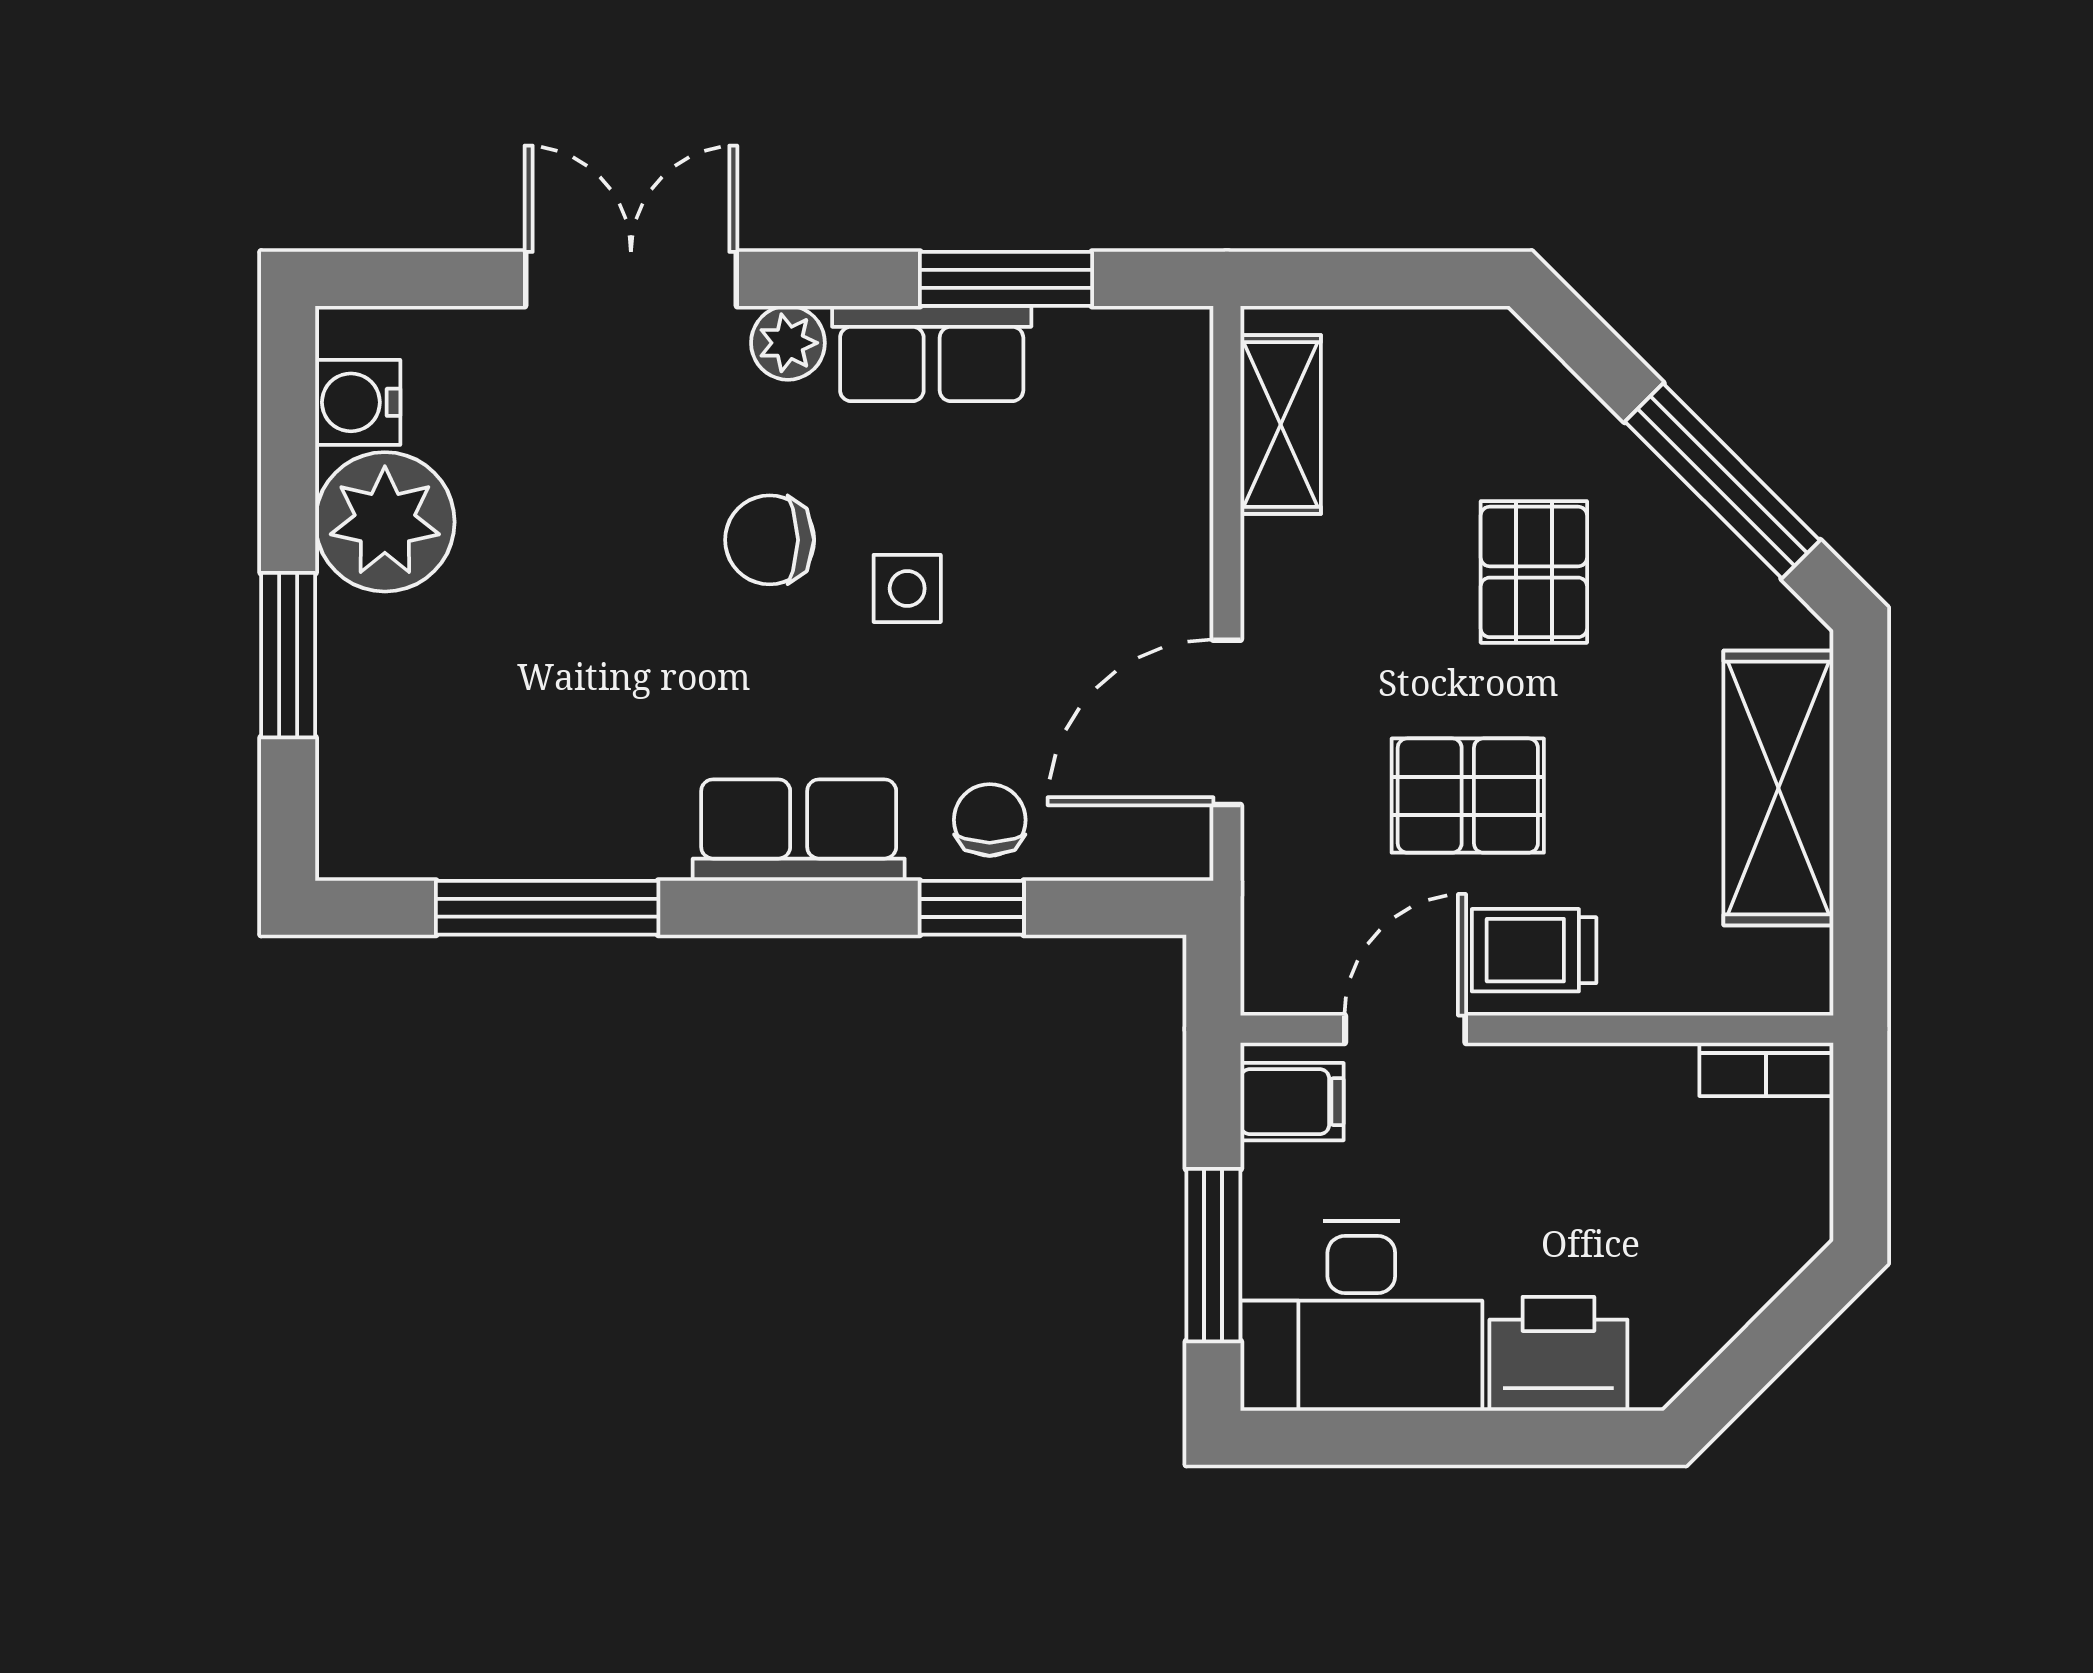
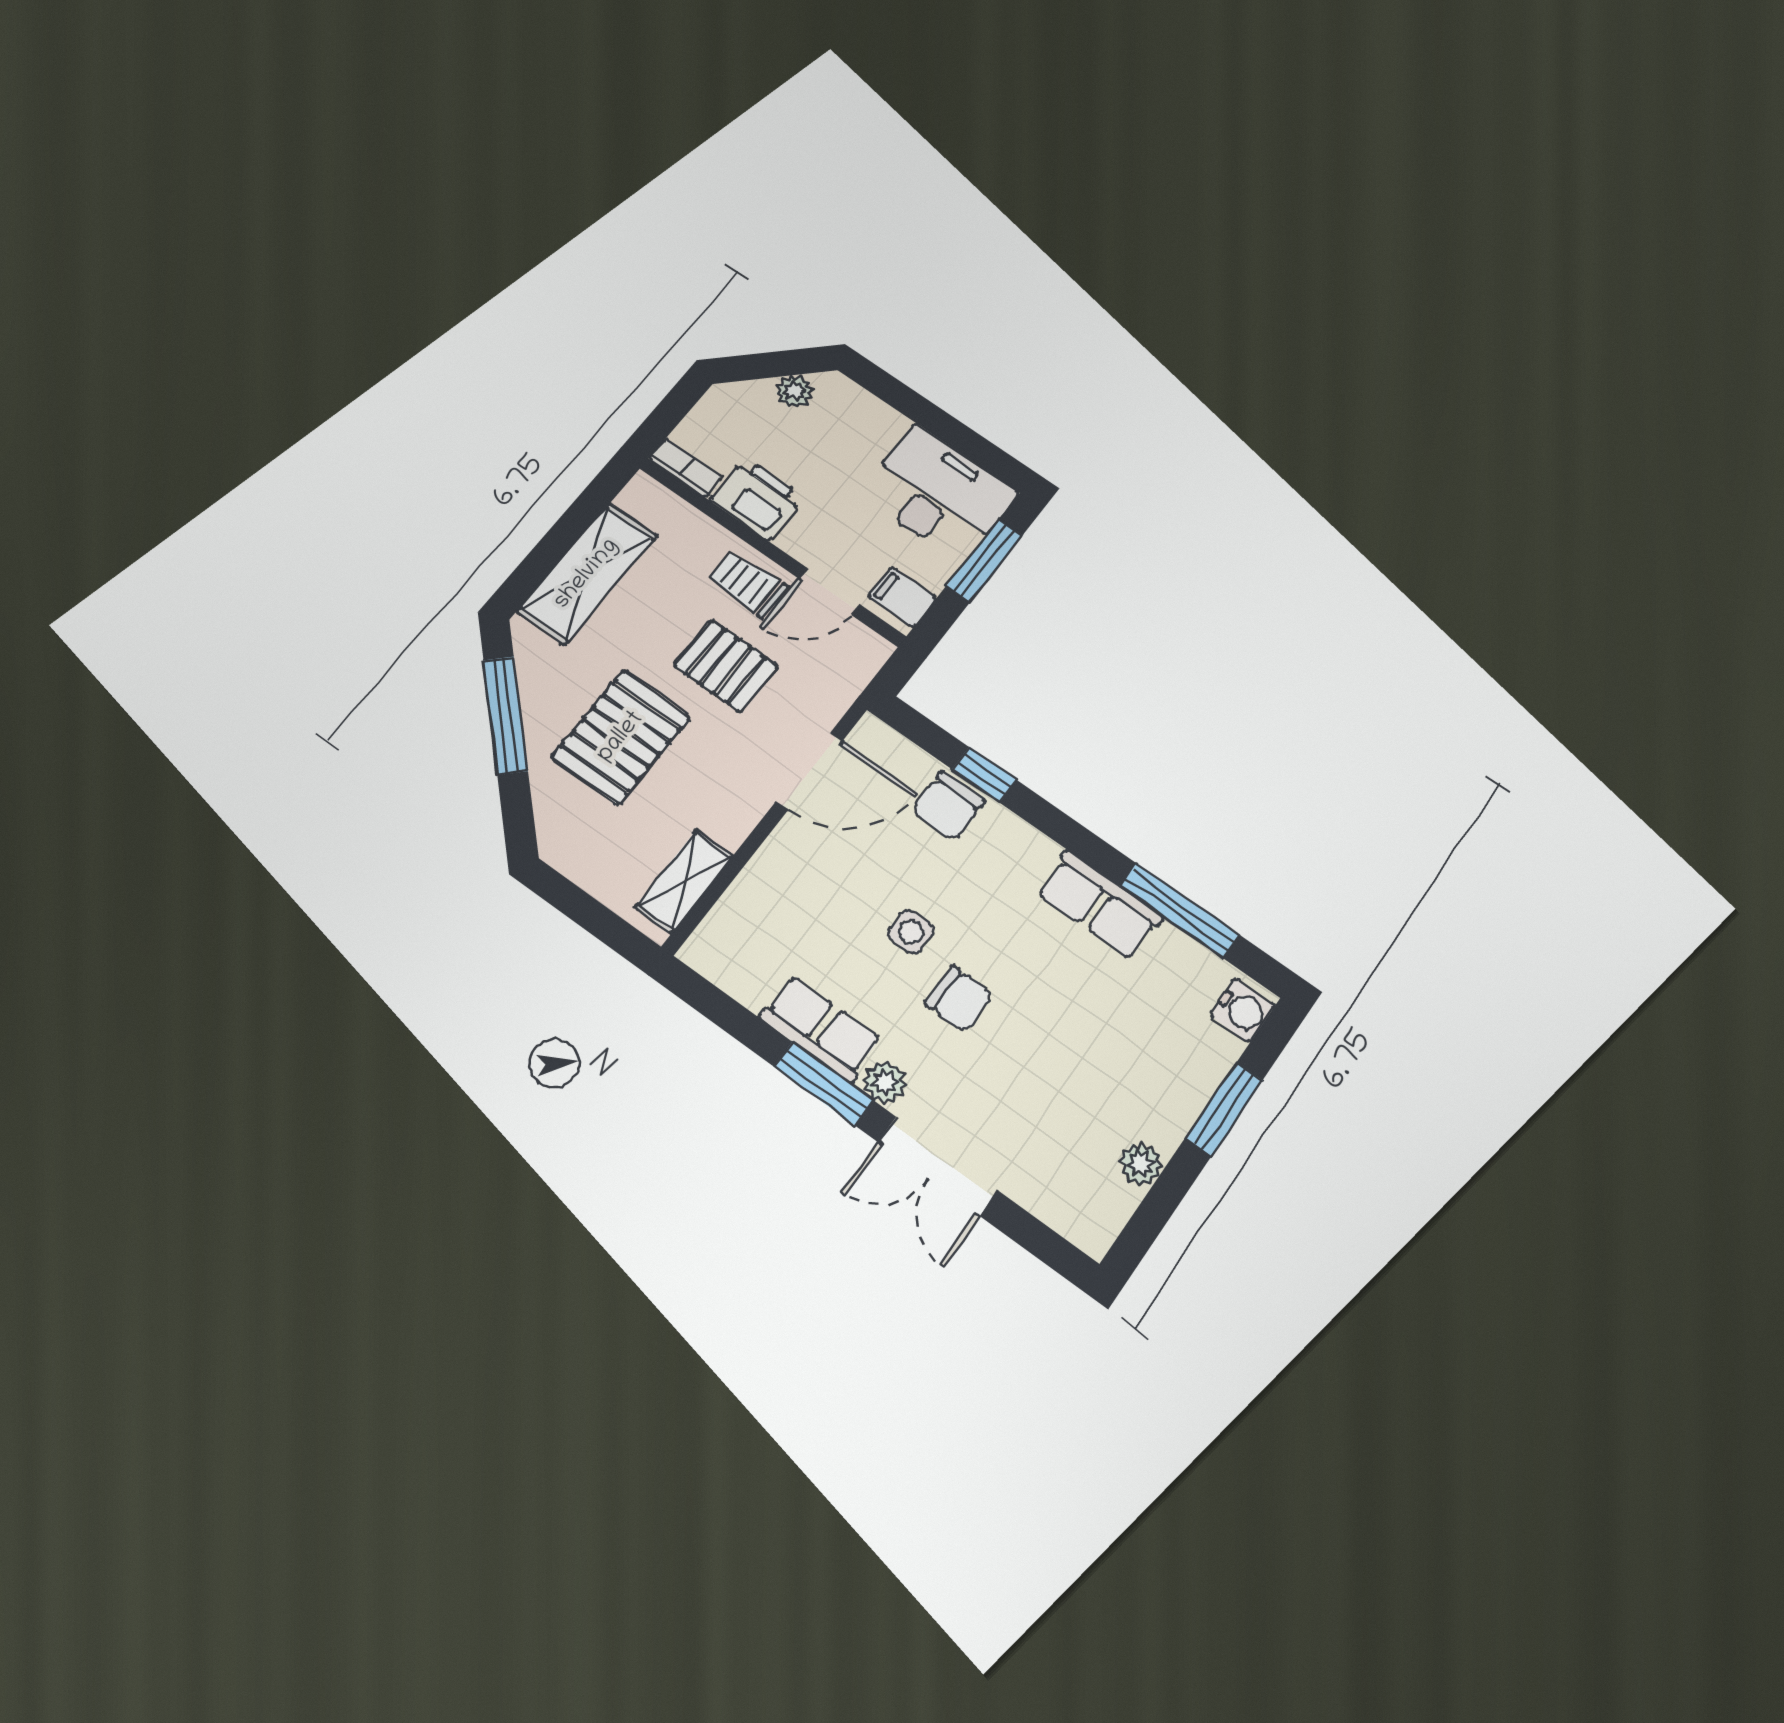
window: (1006, 279) -> (824, 1083), moved
water cooler: (358, 402) -> (1242, 1010), moved
plant: (385, 522) -> (1141, 1164), width x0.53, depth x0.53
pallet: (1534, 572) -> (621, 737), width x1.50, depth x1.42
chair: (990, 820) -> (948, 806), width x1.37, depth x1.37
row of seats: (799, 830) -> (1099, 905), moved
trolley: (1534, 950) -> (748, 584), turned 180
plant: (1702, 1323) -> (794, 391), added
printer: (1558, 1354) -> (757, 499), moved, turned 180

